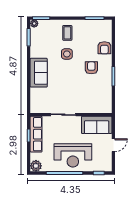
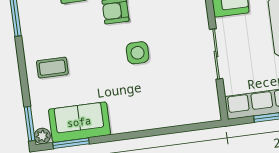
side table: (67, 54) -> (138, 53), moved
sofa: (39, 73) -> (79, 122), moved

